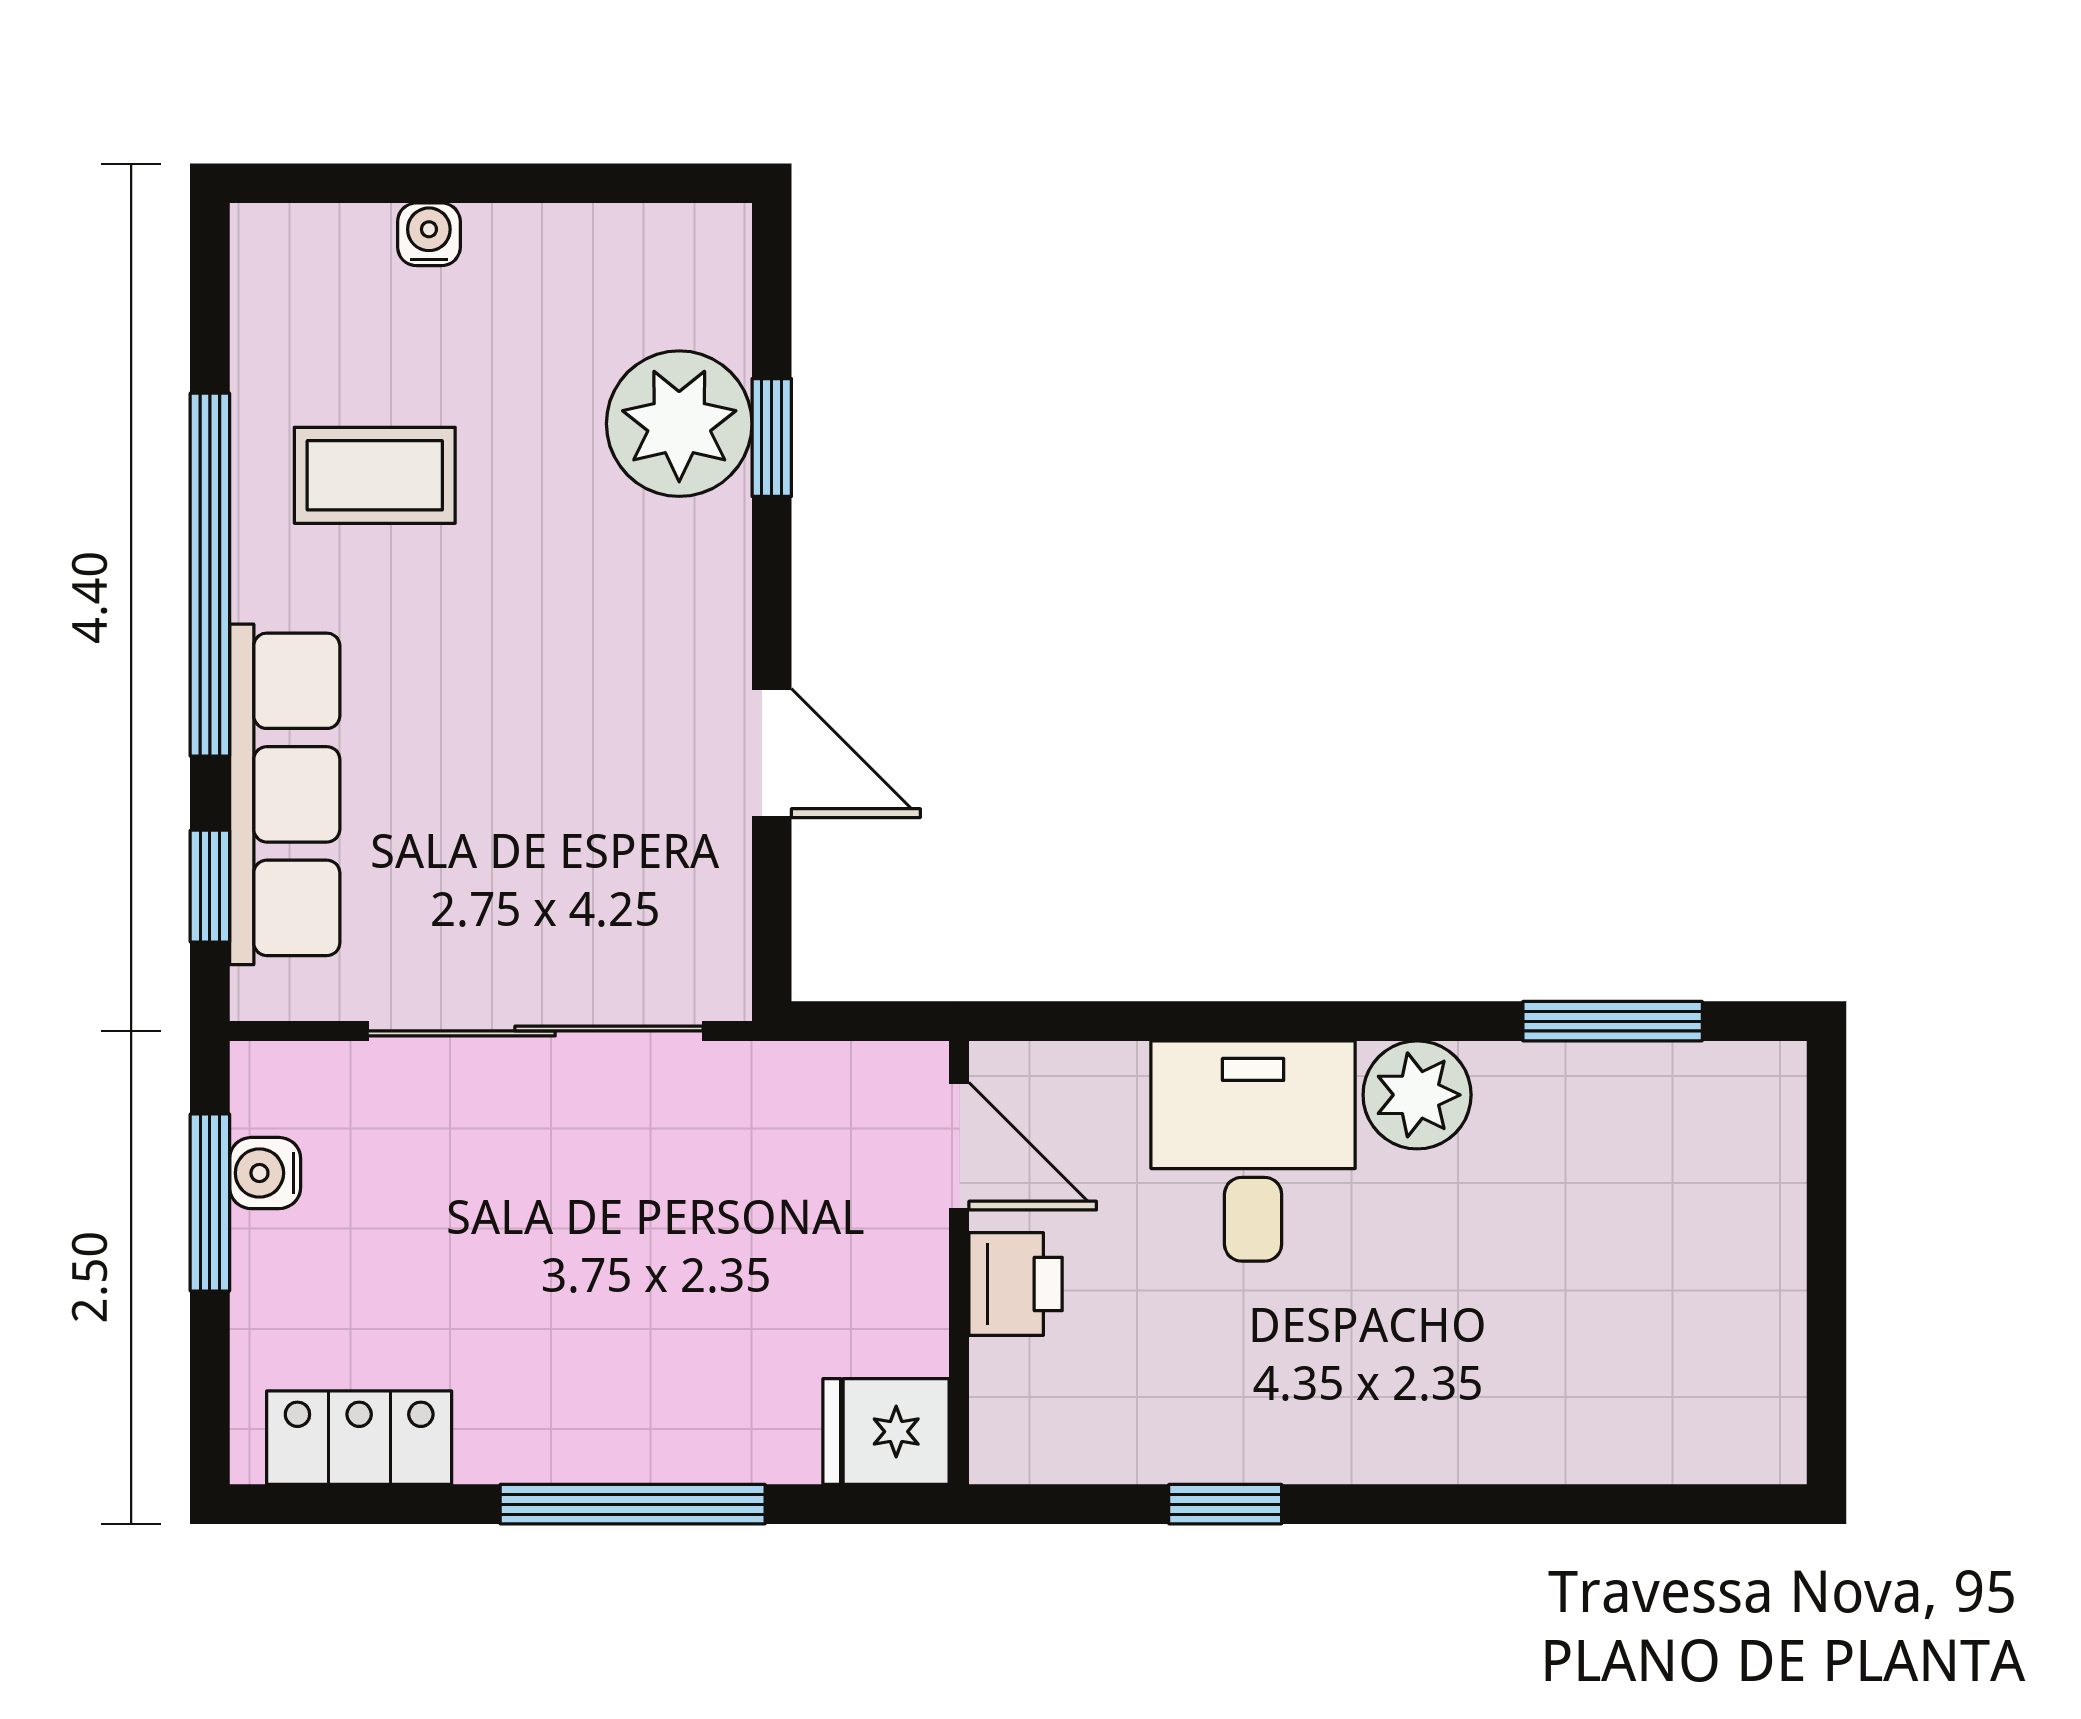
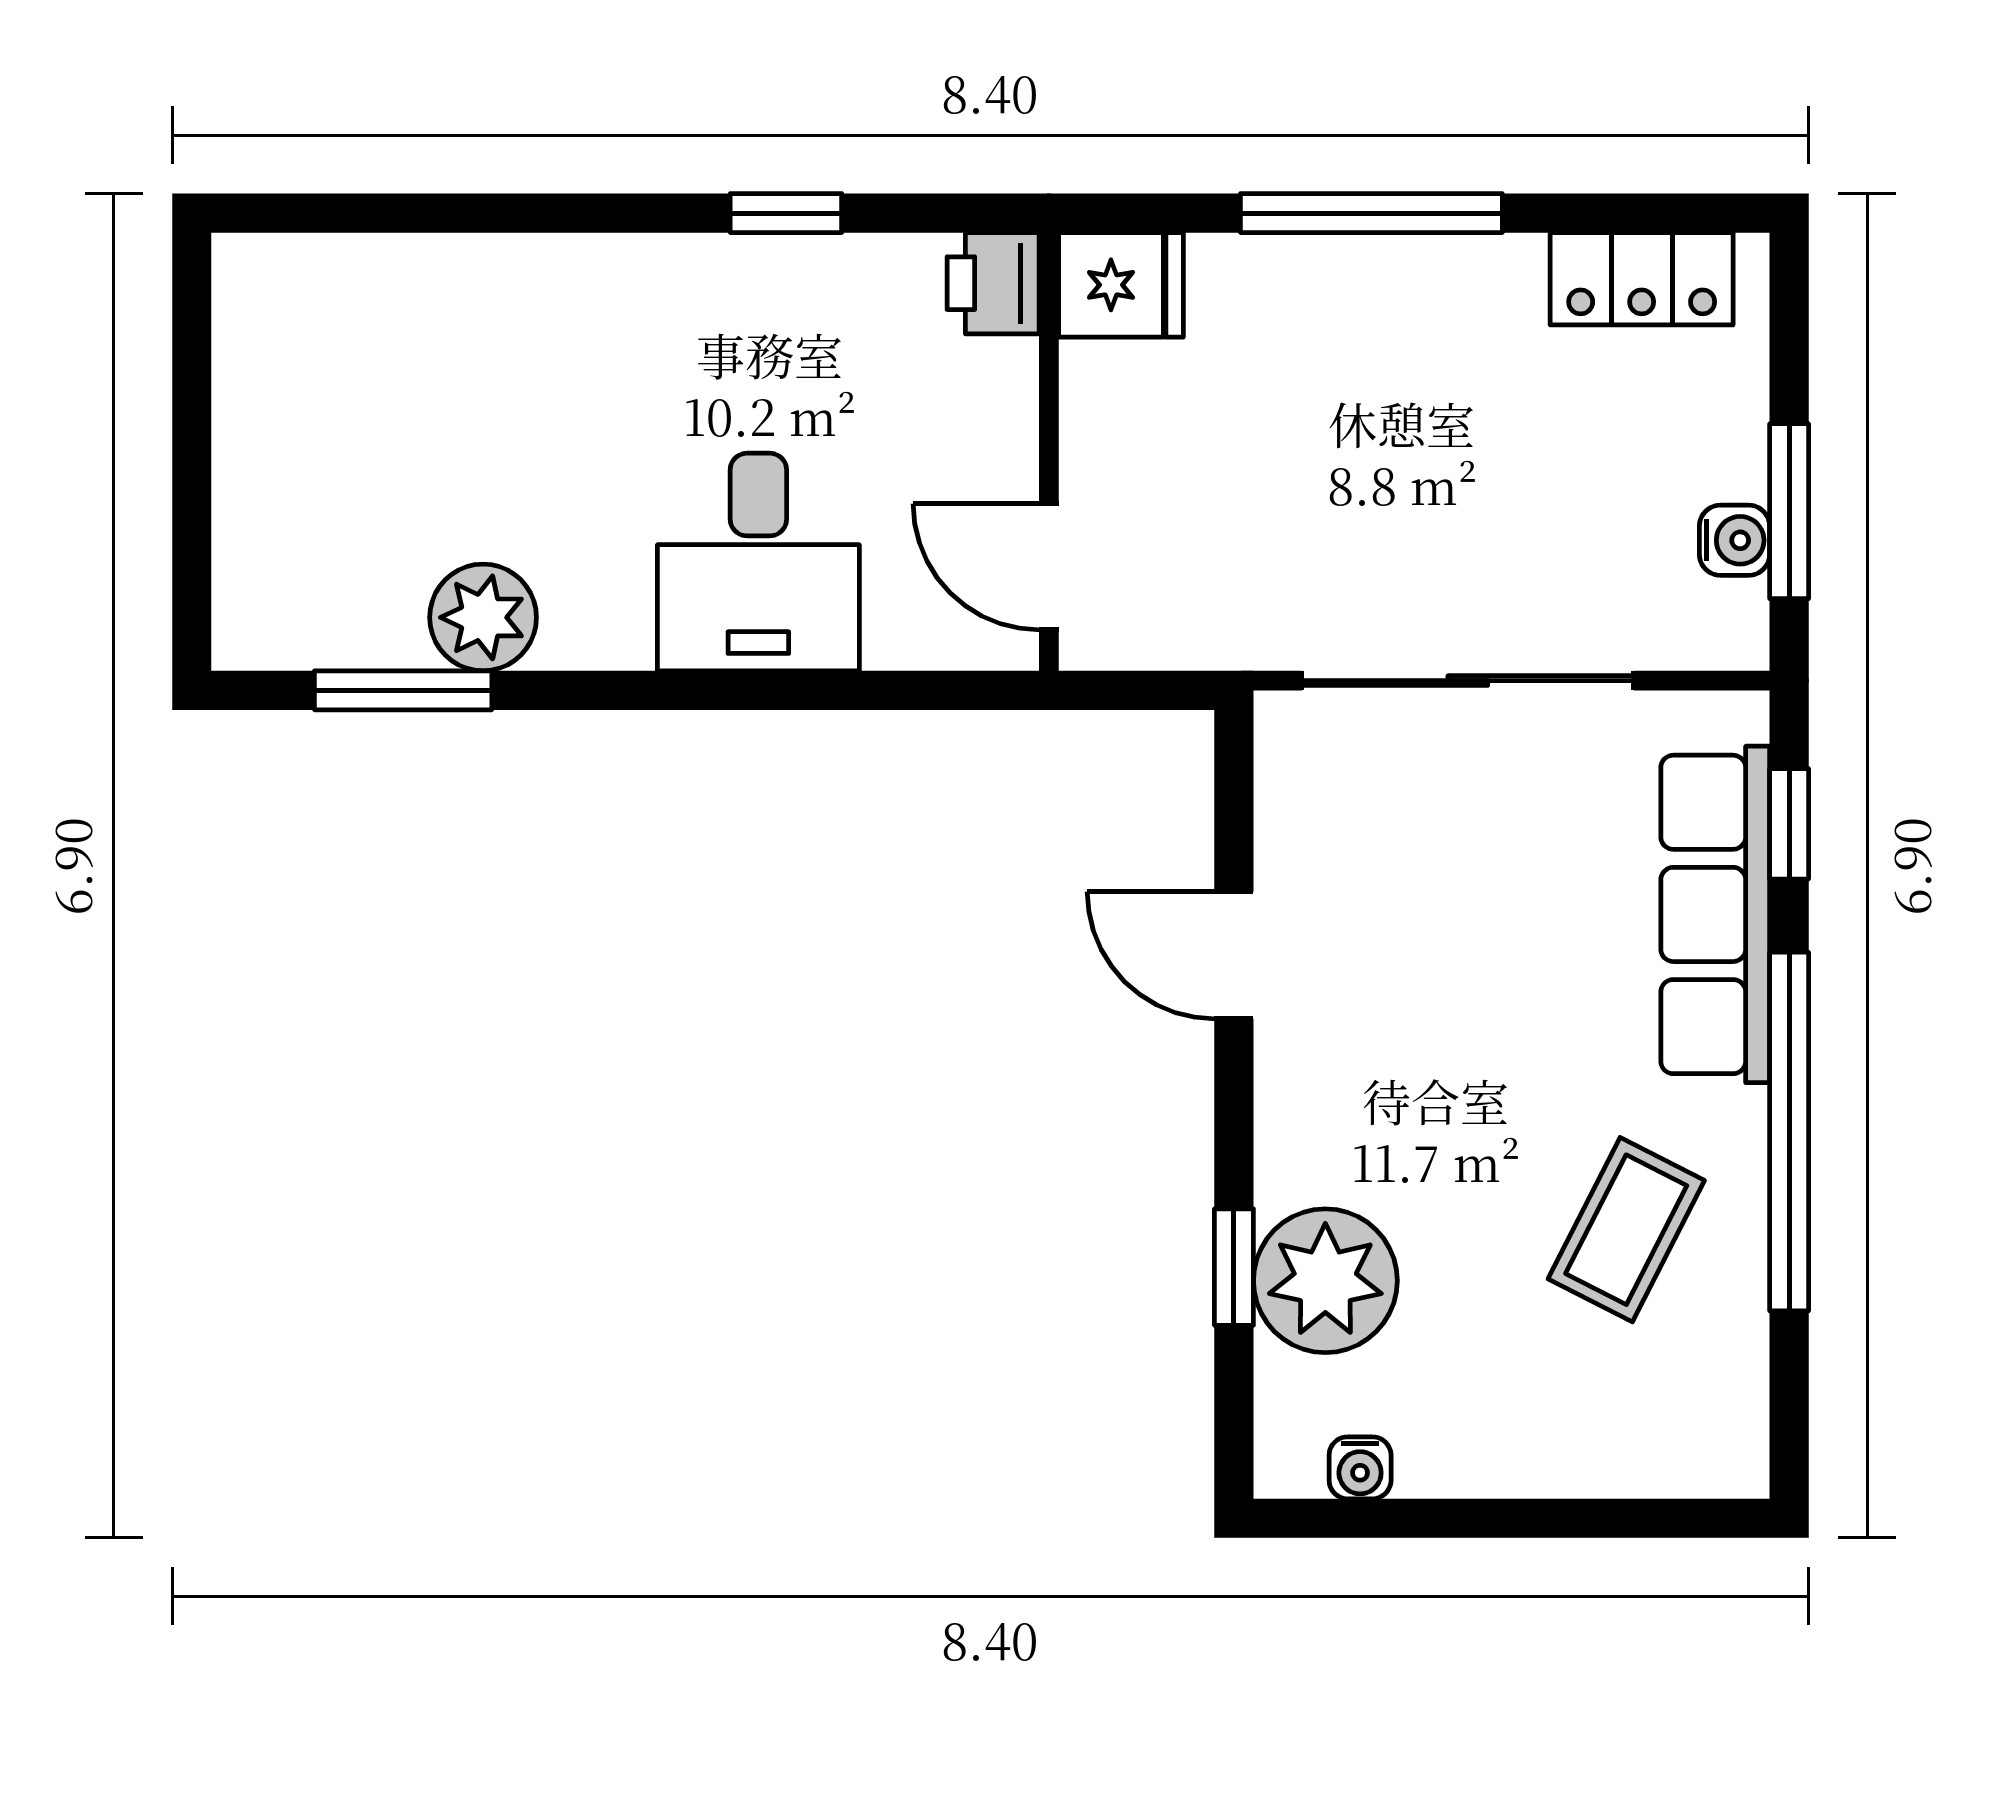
water cooler: (429, 234) -> (1360, 1468), moved
coffee table: (375, 475) -> (1626, 1230), turned -63
plant: (1417, 1095) -> (483, 617), moved
printer: (1016, 1284) -> (993, 283), moved

